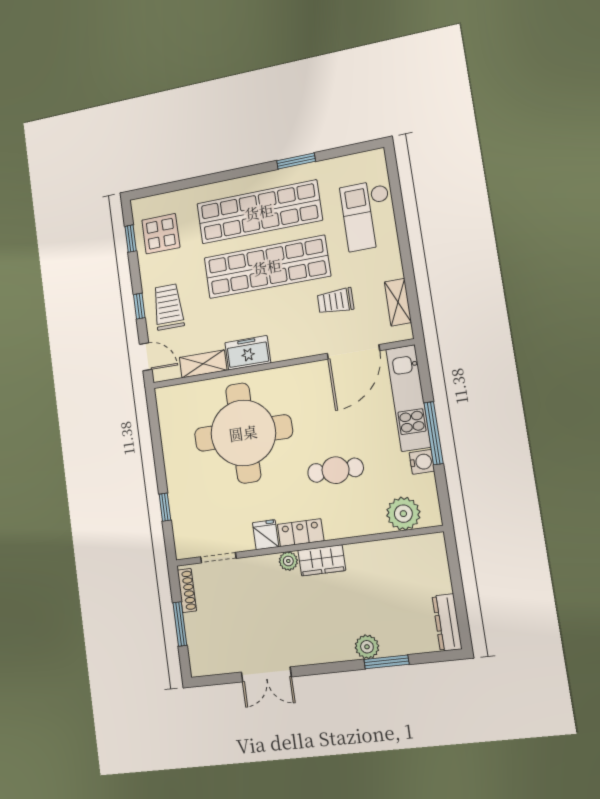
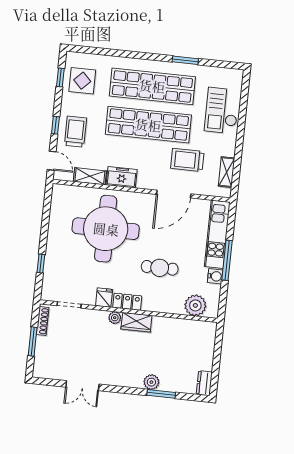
trolley: (335, 301) -> (187, 160), width x1.36, depth x1.39
door: (353, 352) -> (174, 194), moved
dresser: (447, 622) -> (204, 383), width x0.70

